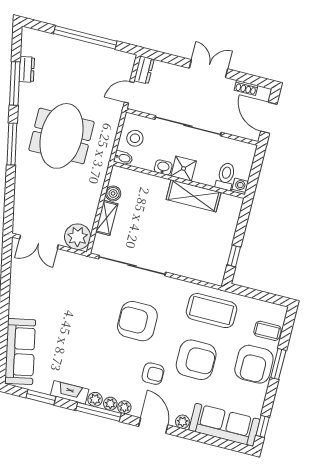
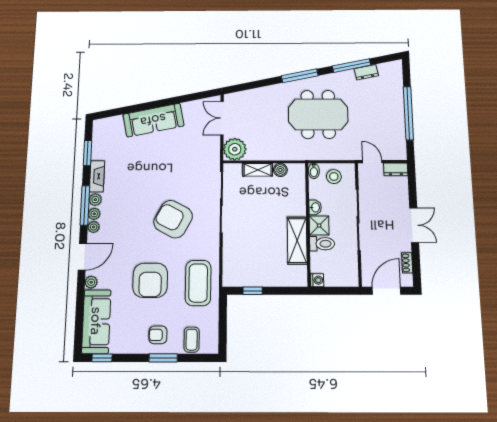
toilet: (226, 176) -> (322, 244), moved
armchair: (137, 321) -> (173, 219), turned -62
sofa: (20, 352) -> (153, 120), moved
armchair: (254, 364) -> (158, 335), width x0.53, depth x0.53
armchair: (153, 374) -> (129, 245), removed

